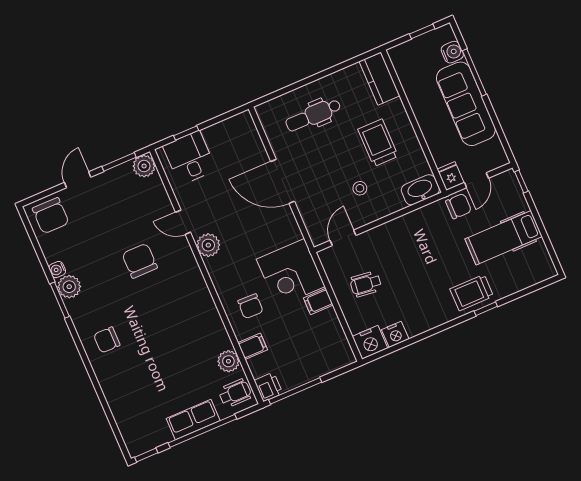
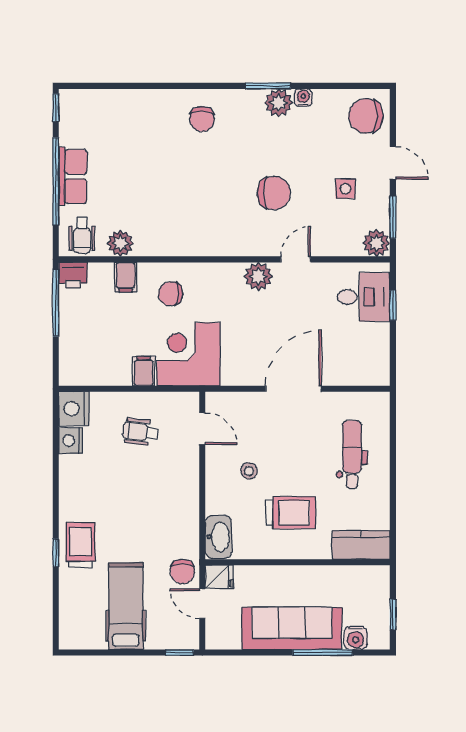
side table: (113, 207) -> (345, 189), added
wheelchair: (366, 284) -> (140, 432), turned -91
chair: (107, 340) -> (202, 119), turned 180

